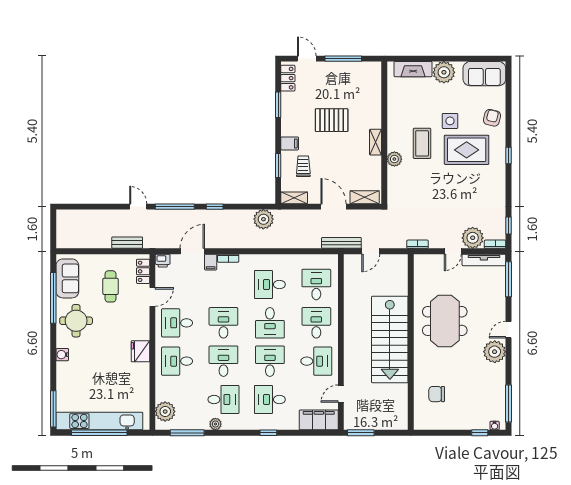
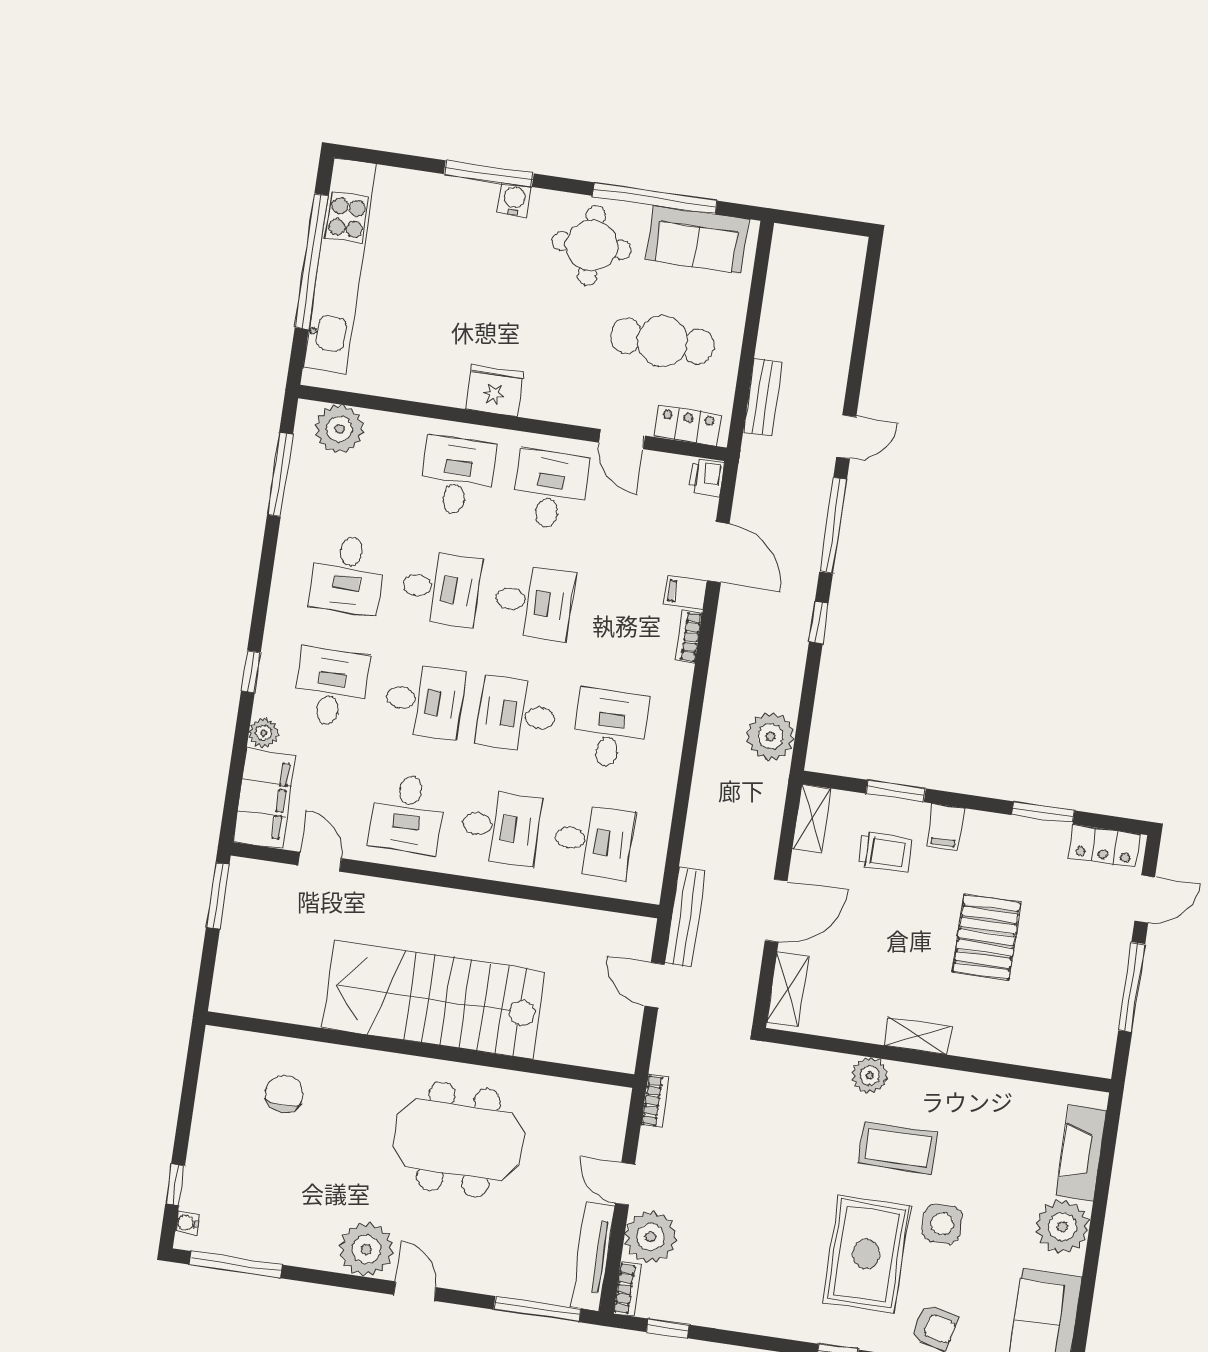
cafe table: (111, 286) -> (662, 341), width x1.37, depth x1.35
window: (53, 409) -> (489, 174), moved
plant: (215, 424) -> (263, 733), moved

